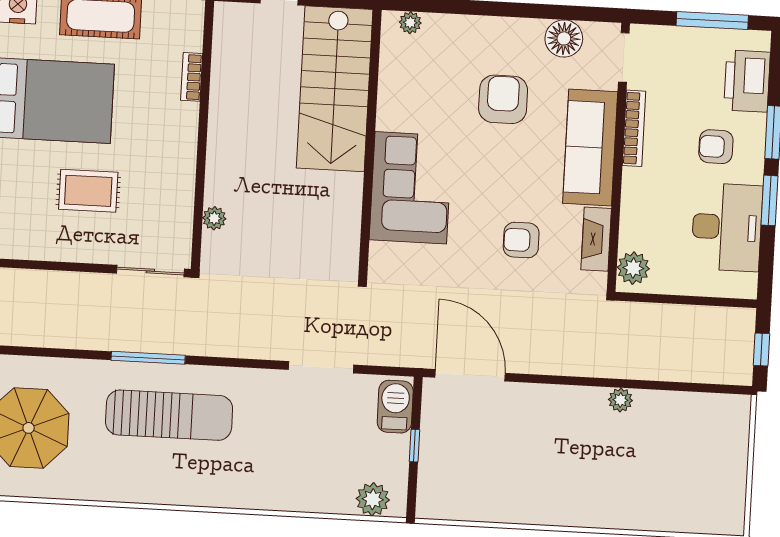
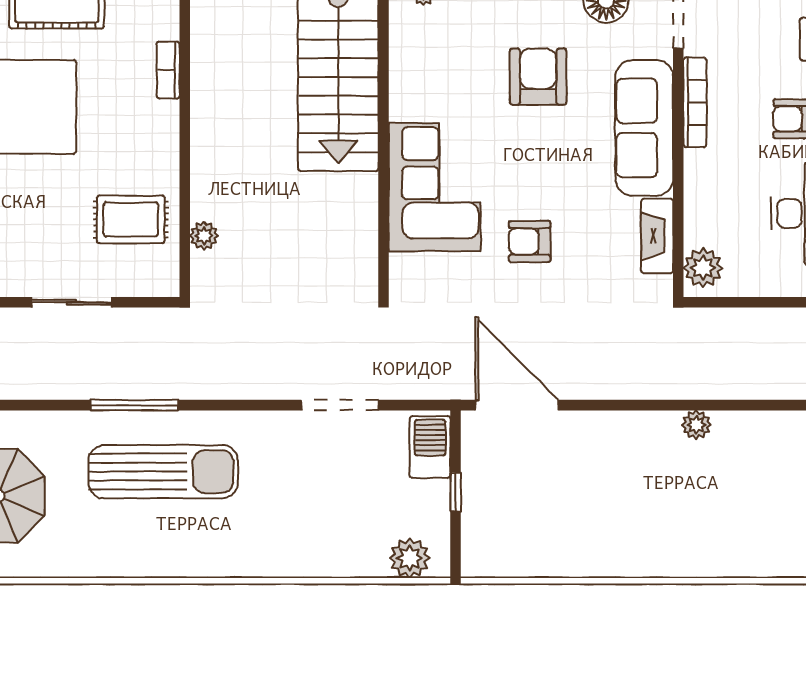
rug: (88, 191) -> (131, 219), moved
armchair: (521, 240) -> (530, 241), moved
sliding door: (150, 271) -> (72, 302), moved

